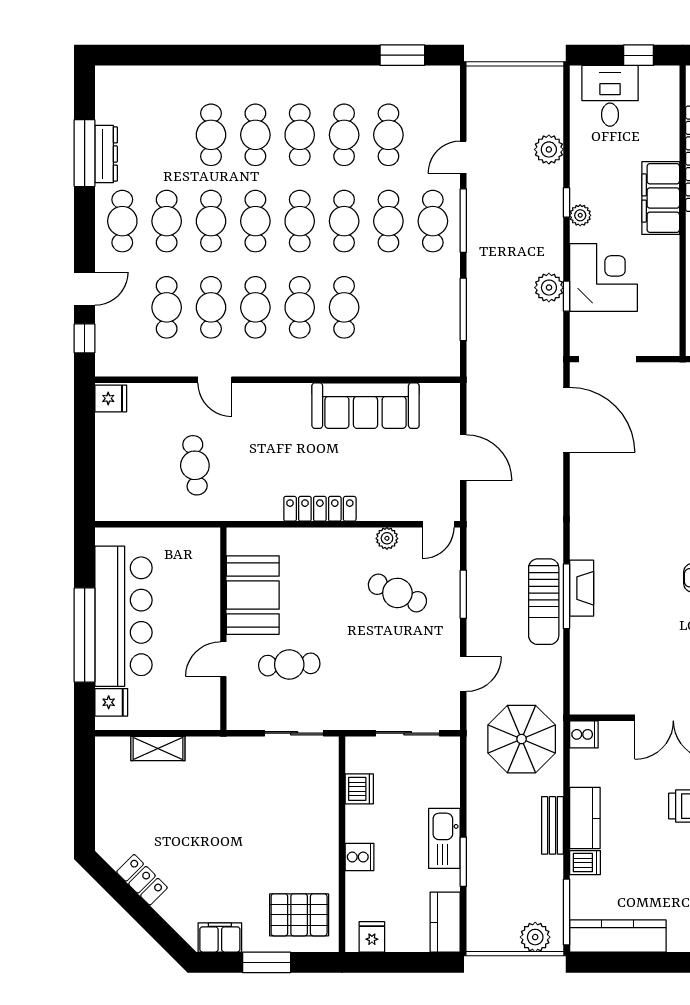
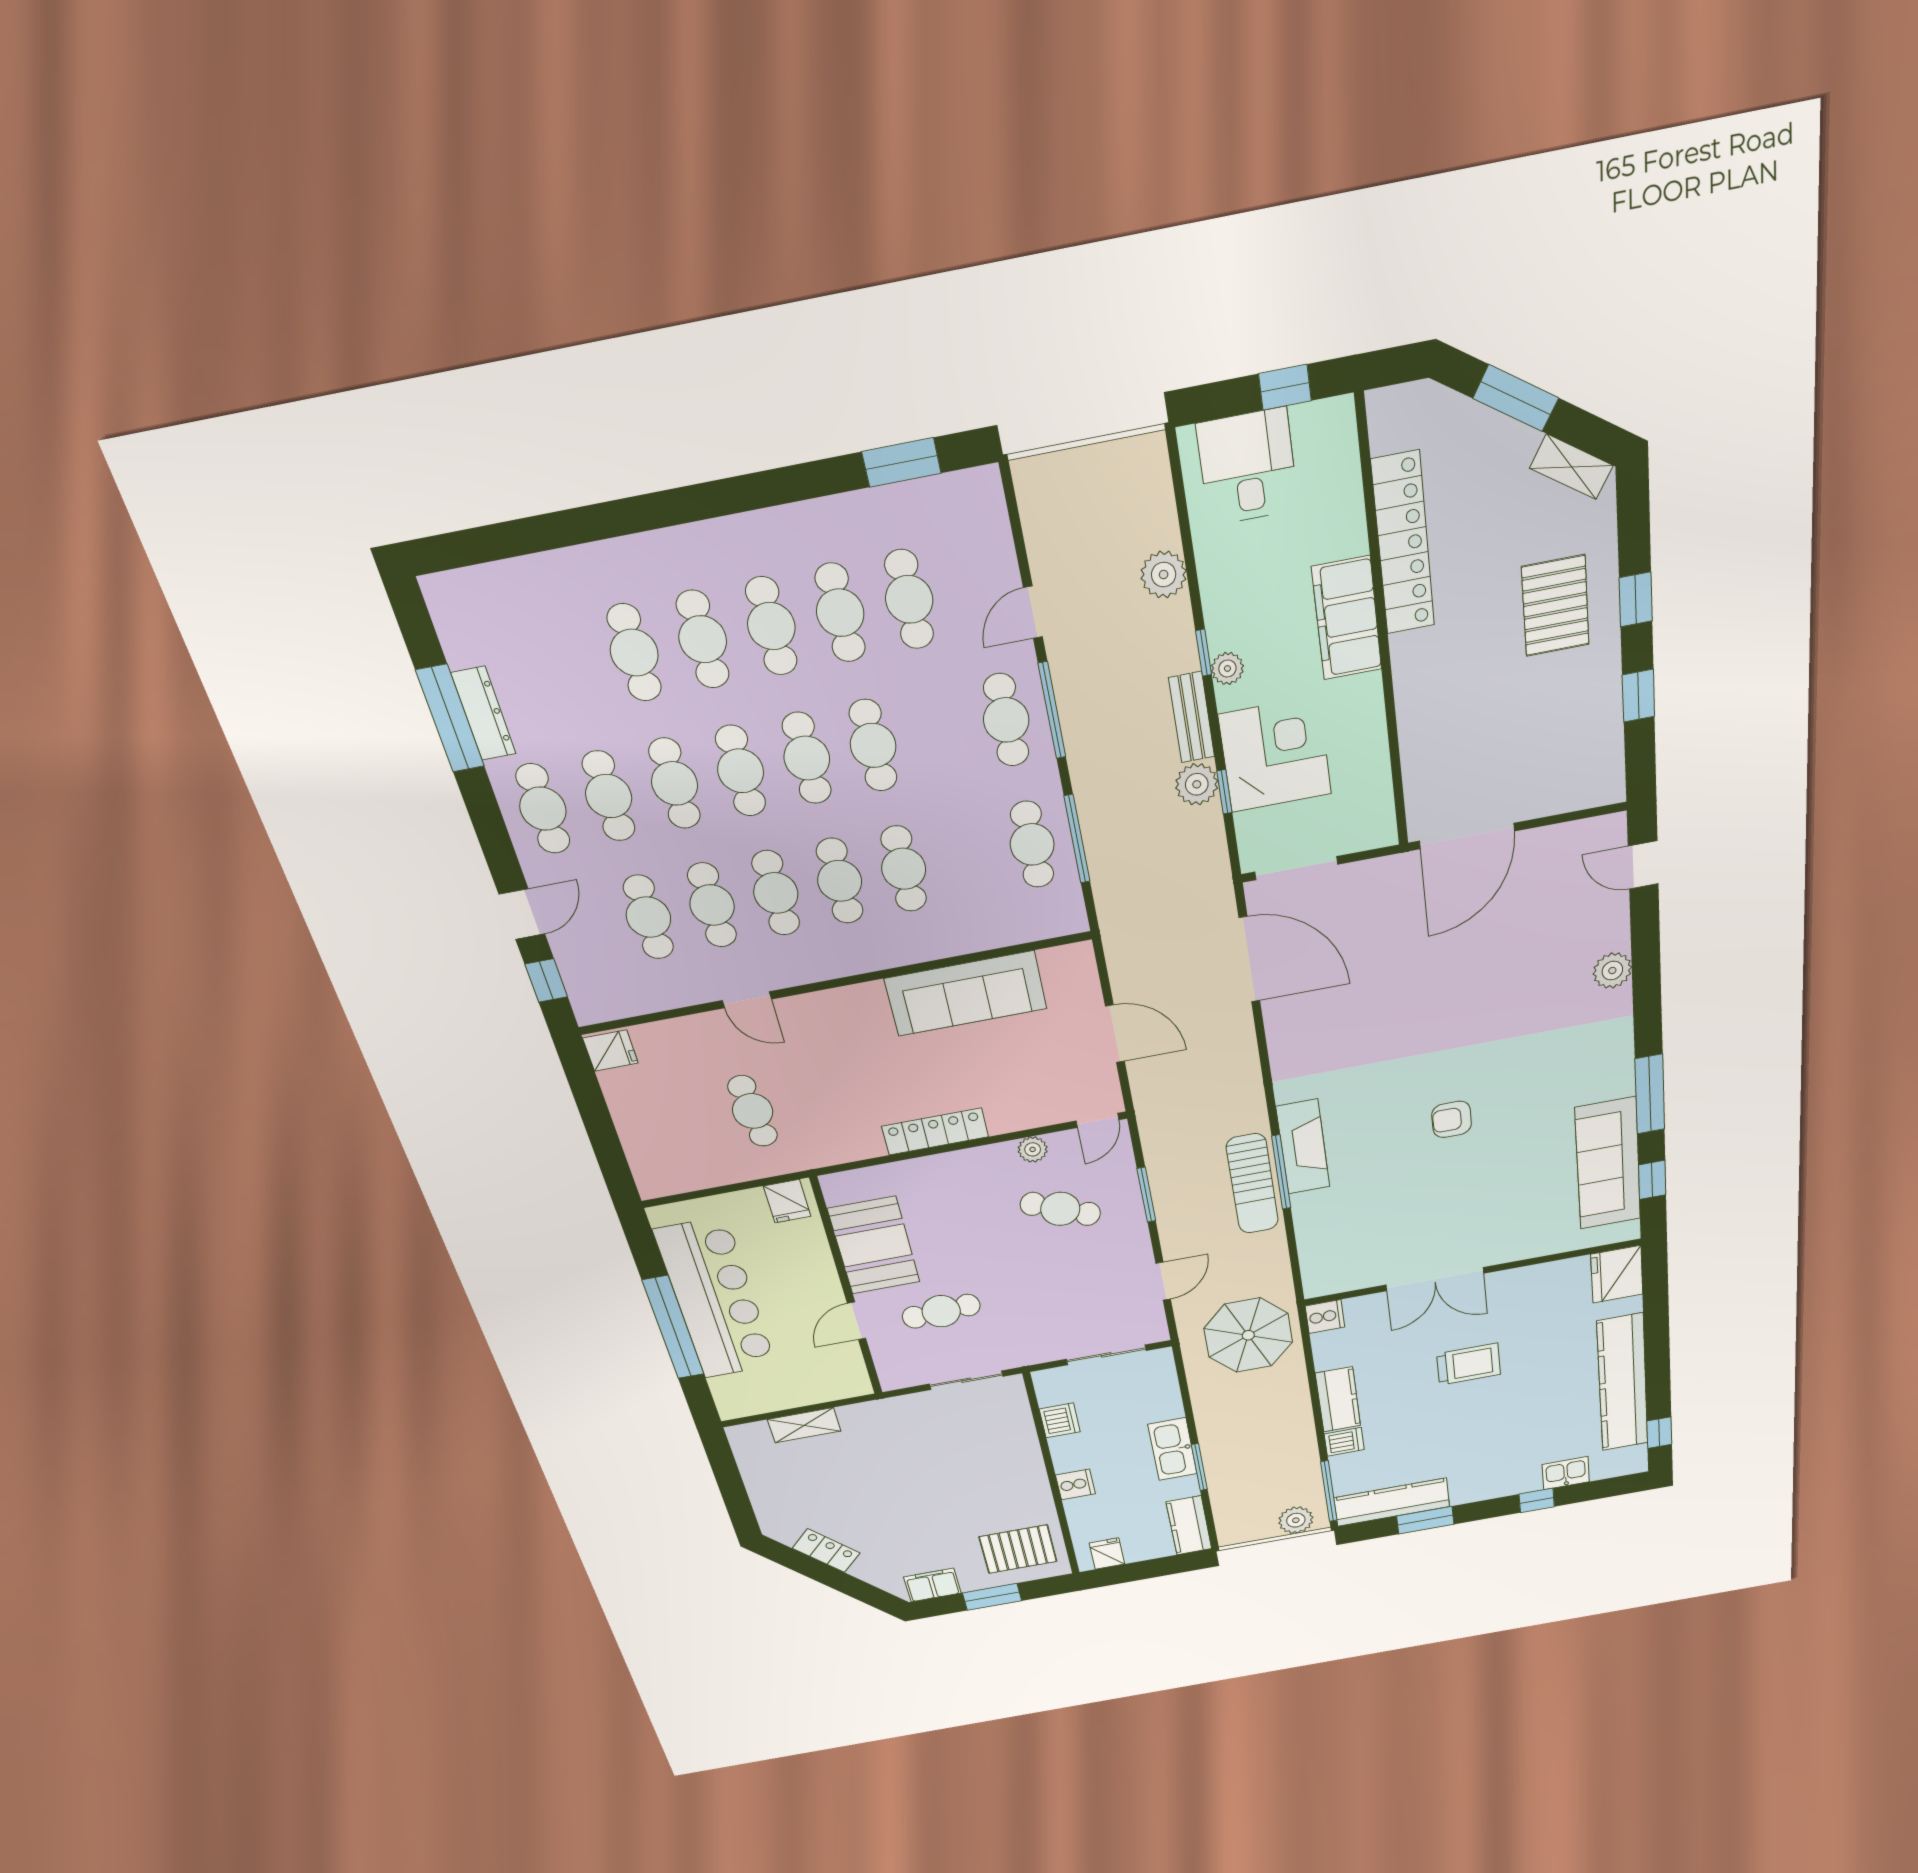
cafe table: (388, 221) -> (1032, 844), moved
fireplace: (582, 588) -> (1303, 1147), width x1.37, depth x1.32
fridge: (111, 702) -> (787, 1201), moved, turned 90
bench: (552, 825) -> (1192, 717), moved
window: (644, 962) -> (1425, 1520), added

